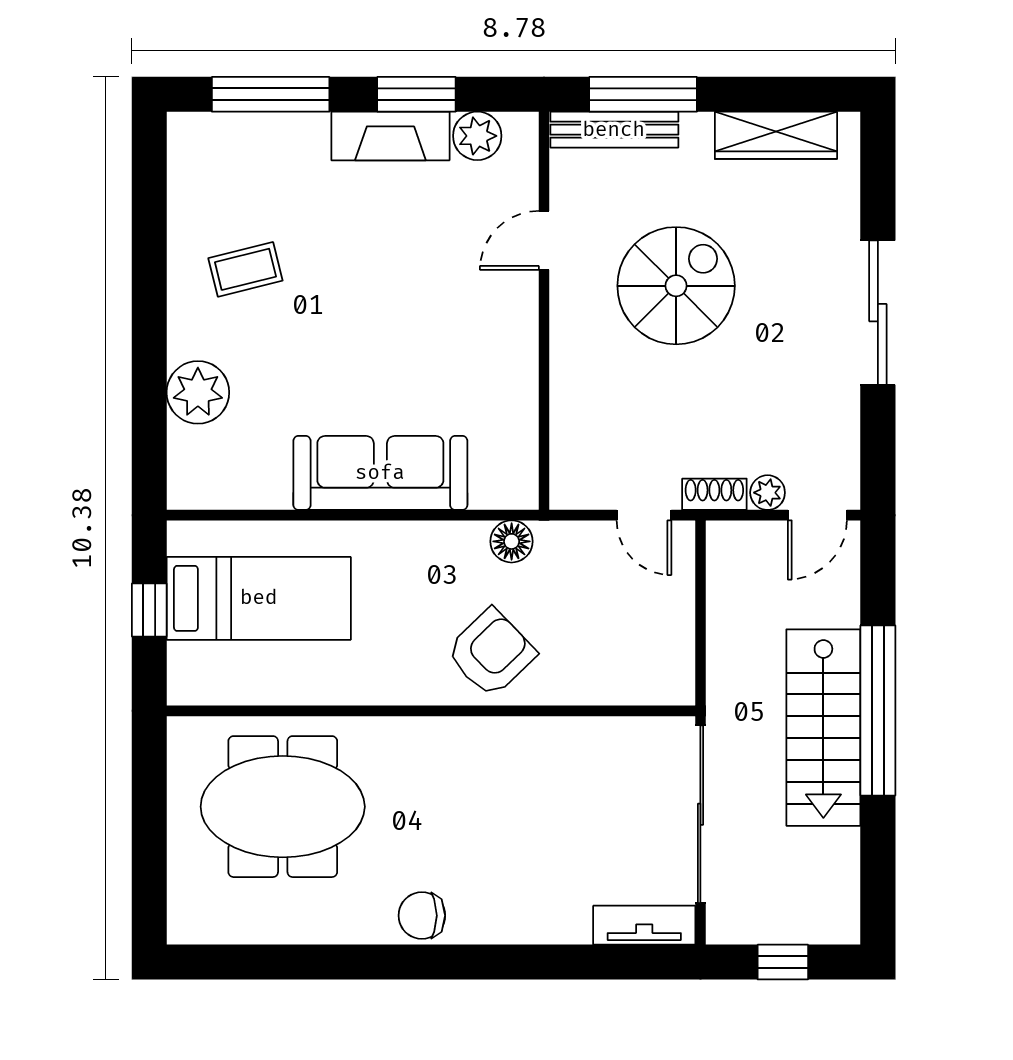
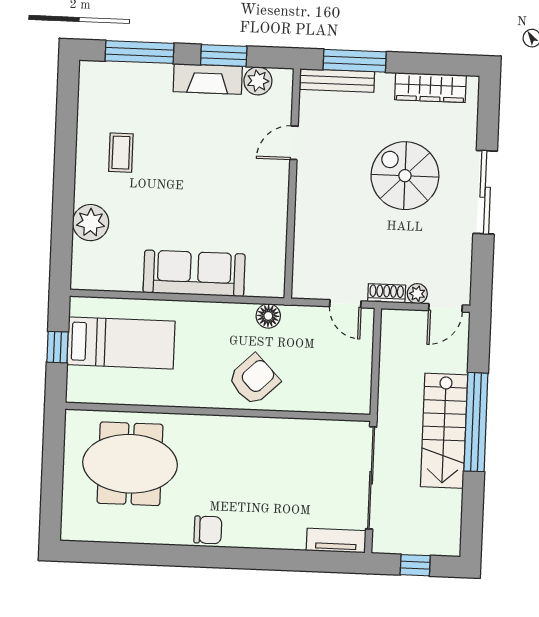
coffee table: (245, 269) -> (121, 153), turned -76
spiral stairs: (676, 286) -> (405, 176), moved, turned -90
chair: (422, 916) -> (208, 530), turned 180

